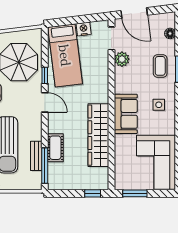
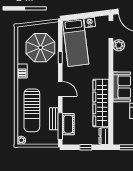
door: (45, 102) -> (60, 89), moved
cot: (55, 148) -> (68, 124), moved
dresser: (102, 179) -> (104, 136), added
window: (93, 193) -> (86, 147), moved

